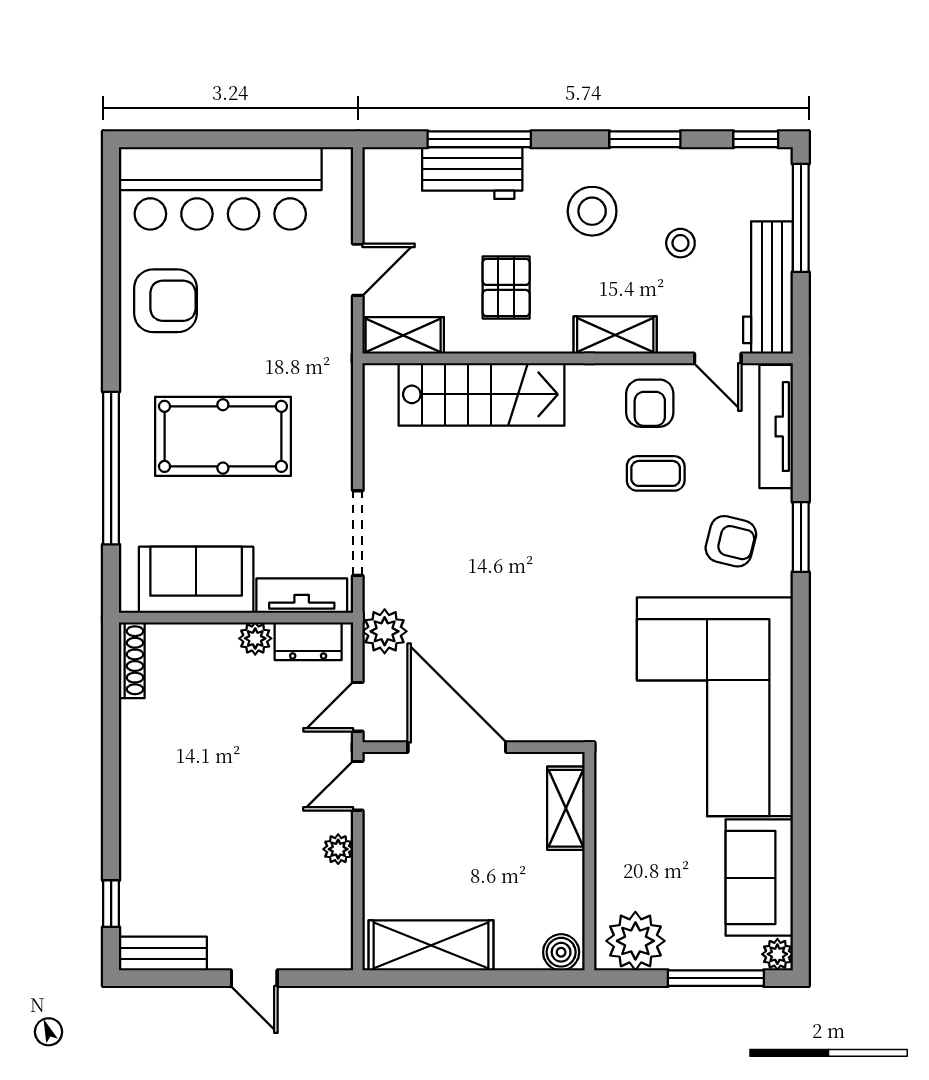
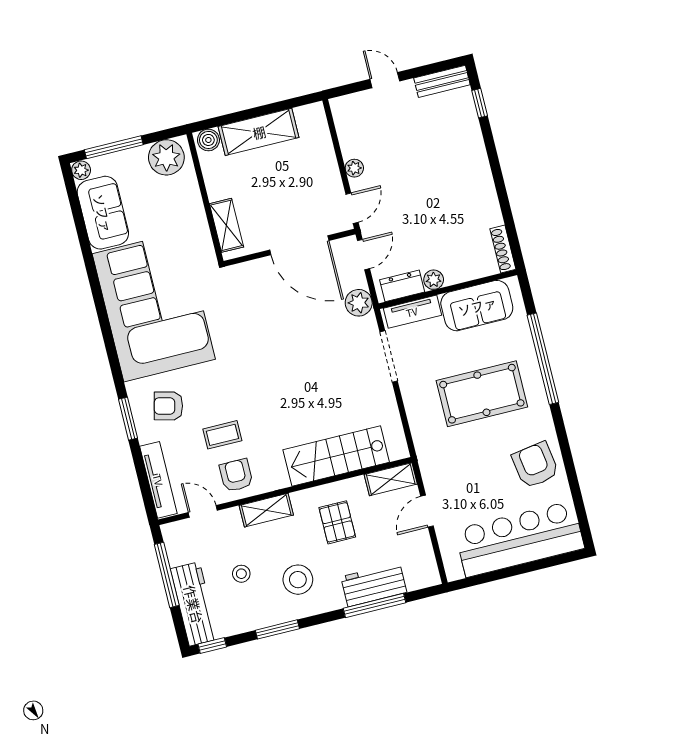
window: (801, 218) -> (167, 575), moved
workbench: (768, 287) -> (194, 604), moved
armchair: (165, 301) -> (535, 465), turned 81
shelving: (431, 945) -> (259, 132), moved

